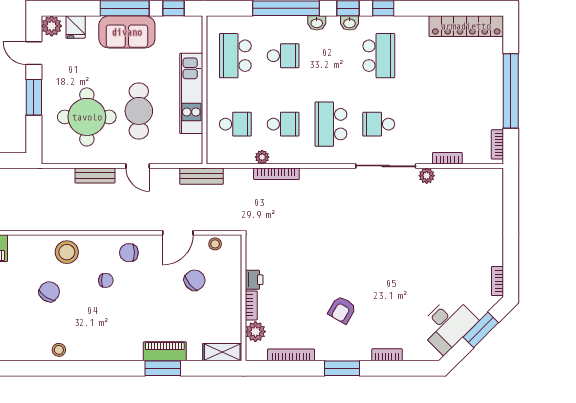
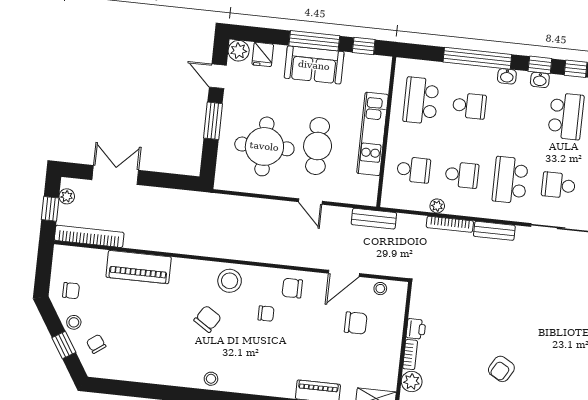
bench: (95, 175) -> (494, 231), moved
chair: (195, 280) -> (356, 323), turned 39

